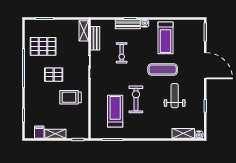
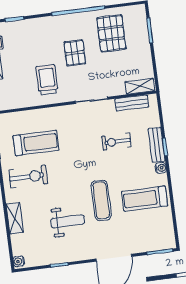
exercise bike: (136, 99) -> (28, 177), moved
shelving: (183, 133) -> (15, 218), moved

